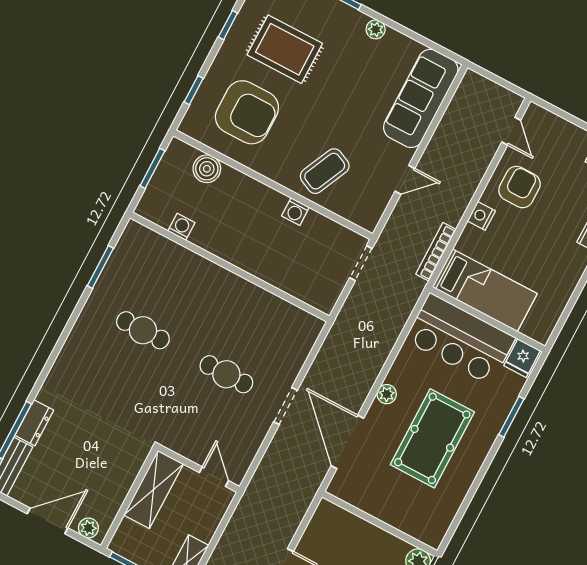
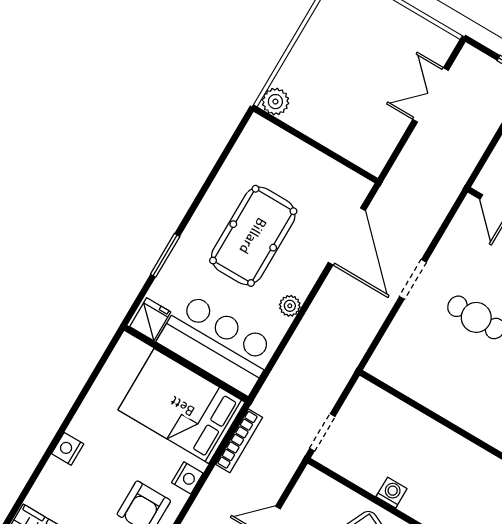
bed: (485, 290) -> (182, 406), width x1.50
plant: (387, 394) -> (290, 306), moved

